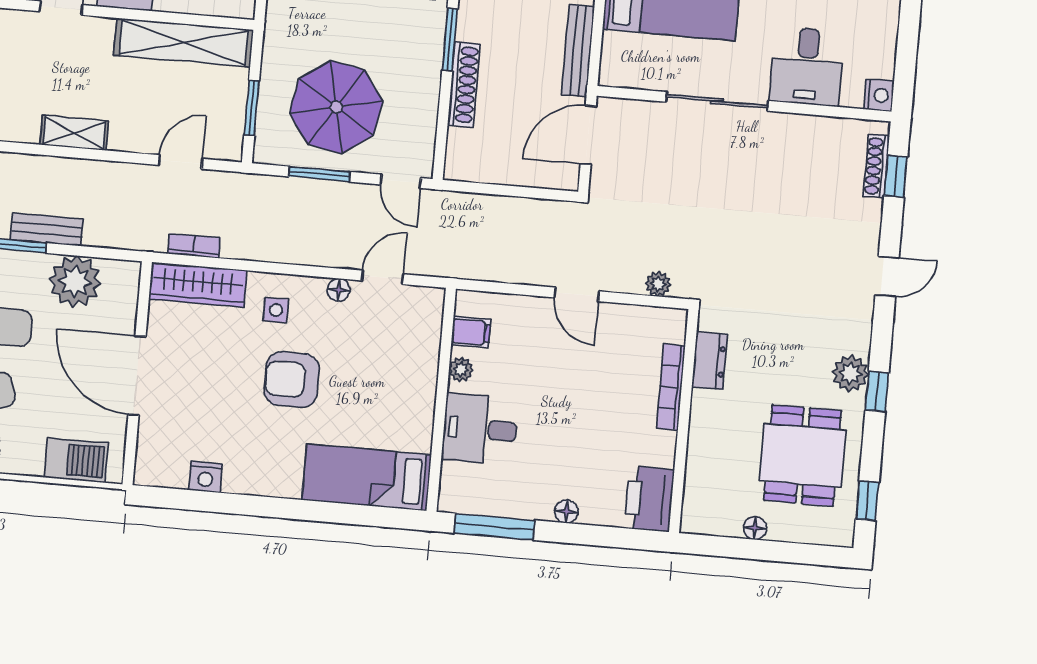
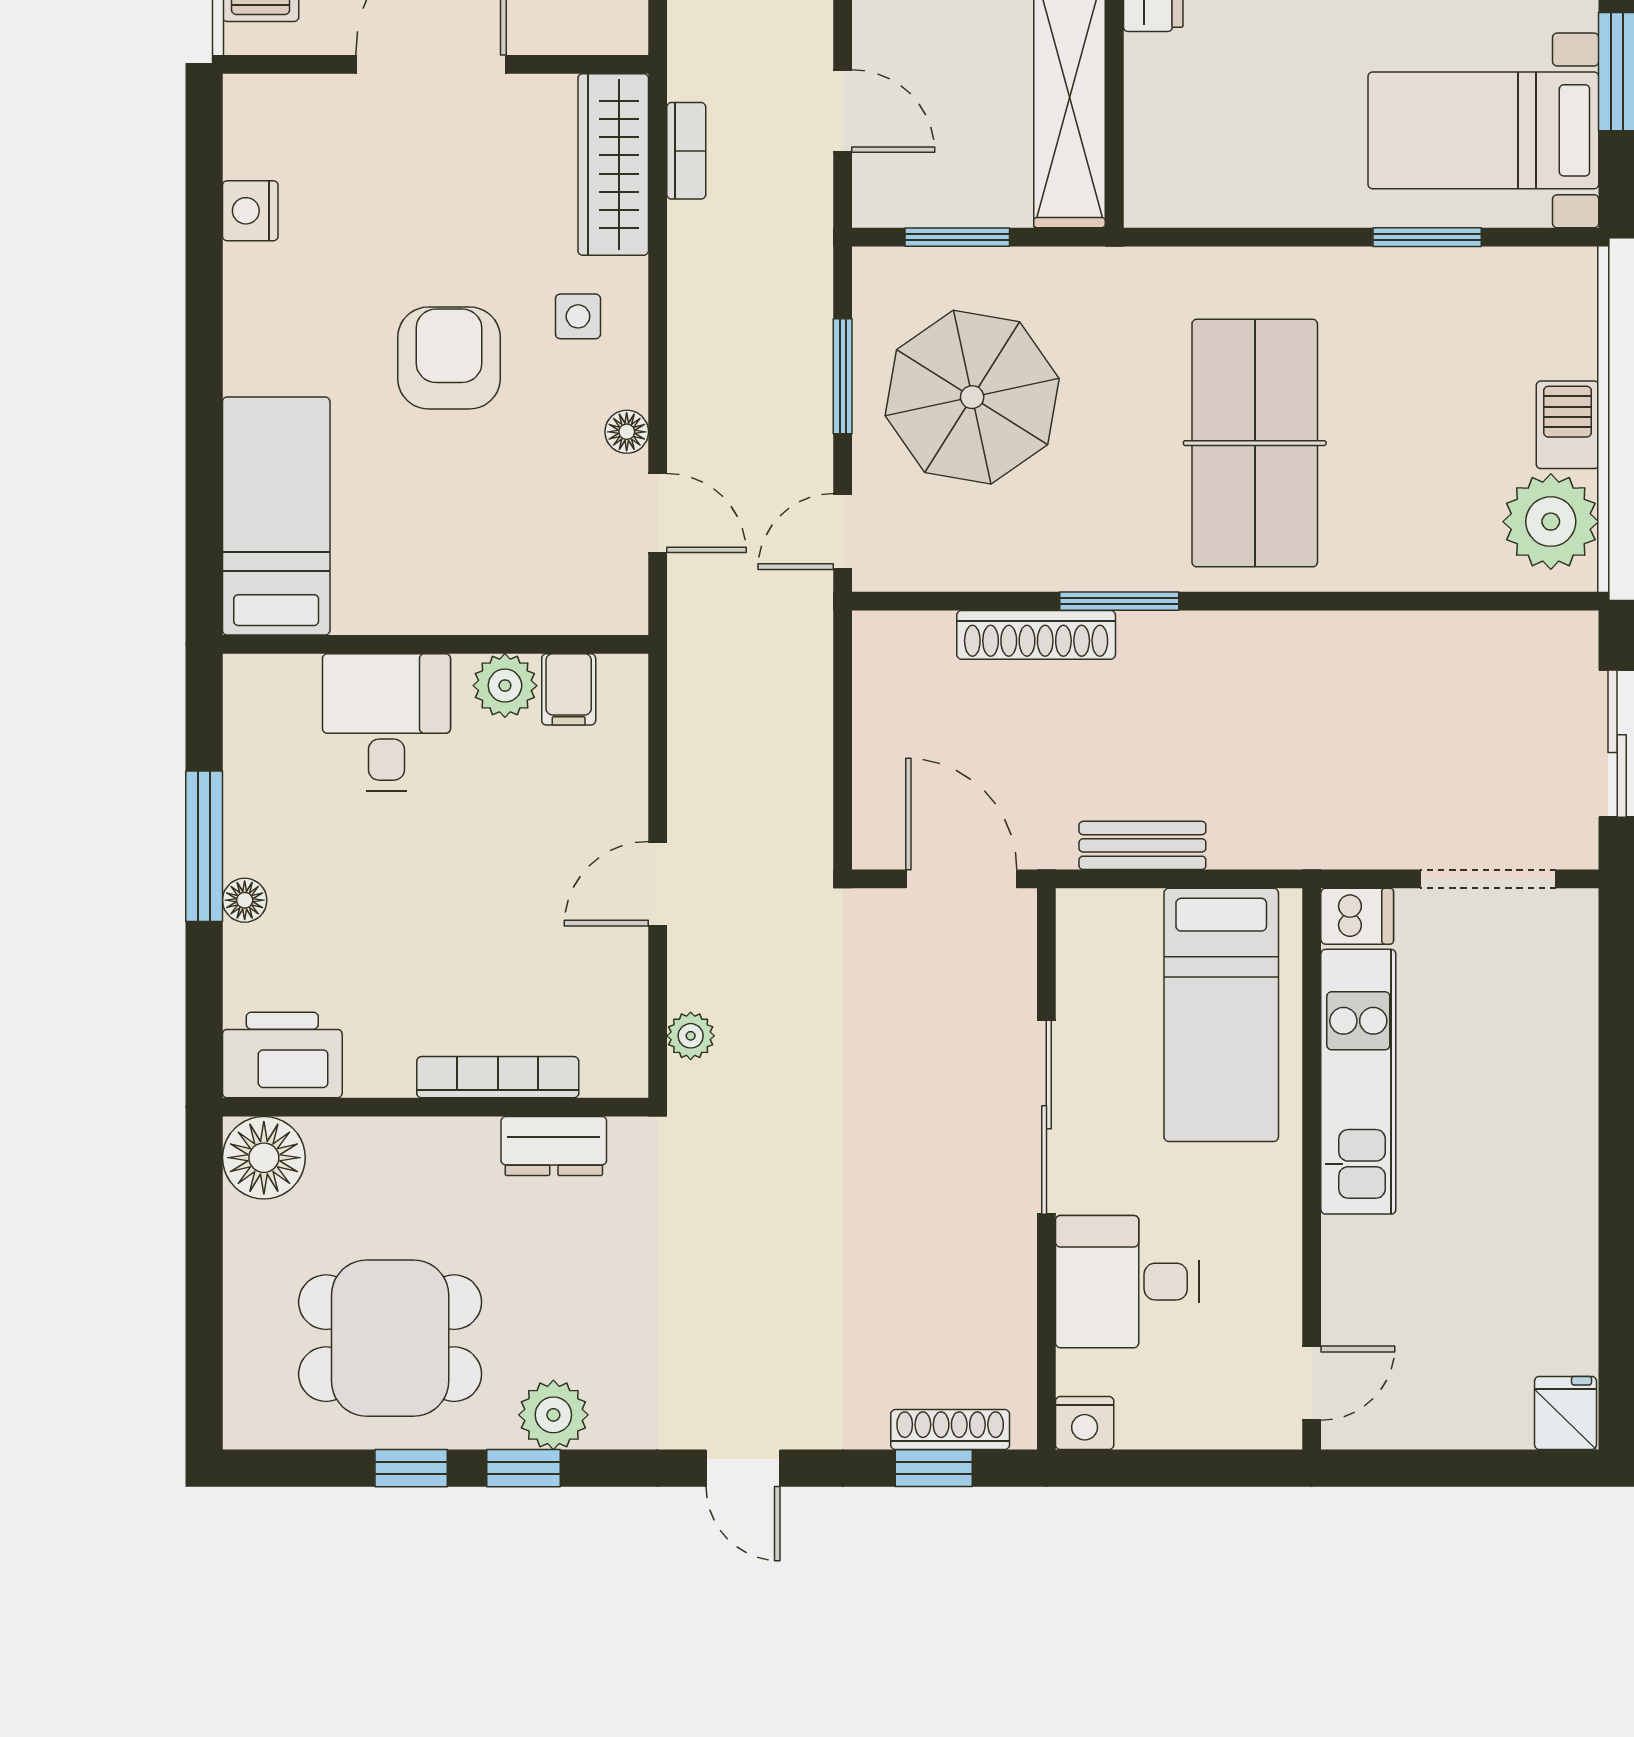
bench: (578, 51) -> (1142, 845), width x0.73
plant: (461, 369) -> (505, 686), width x1.38, depth x1.38
window: (867, 501) -> (411, 1468), moved
window: (495, 527) -> (204, 846), moved
floor lamp: (755, 528) -> (264, 1158), moved, width x1.89, depth x1.89

